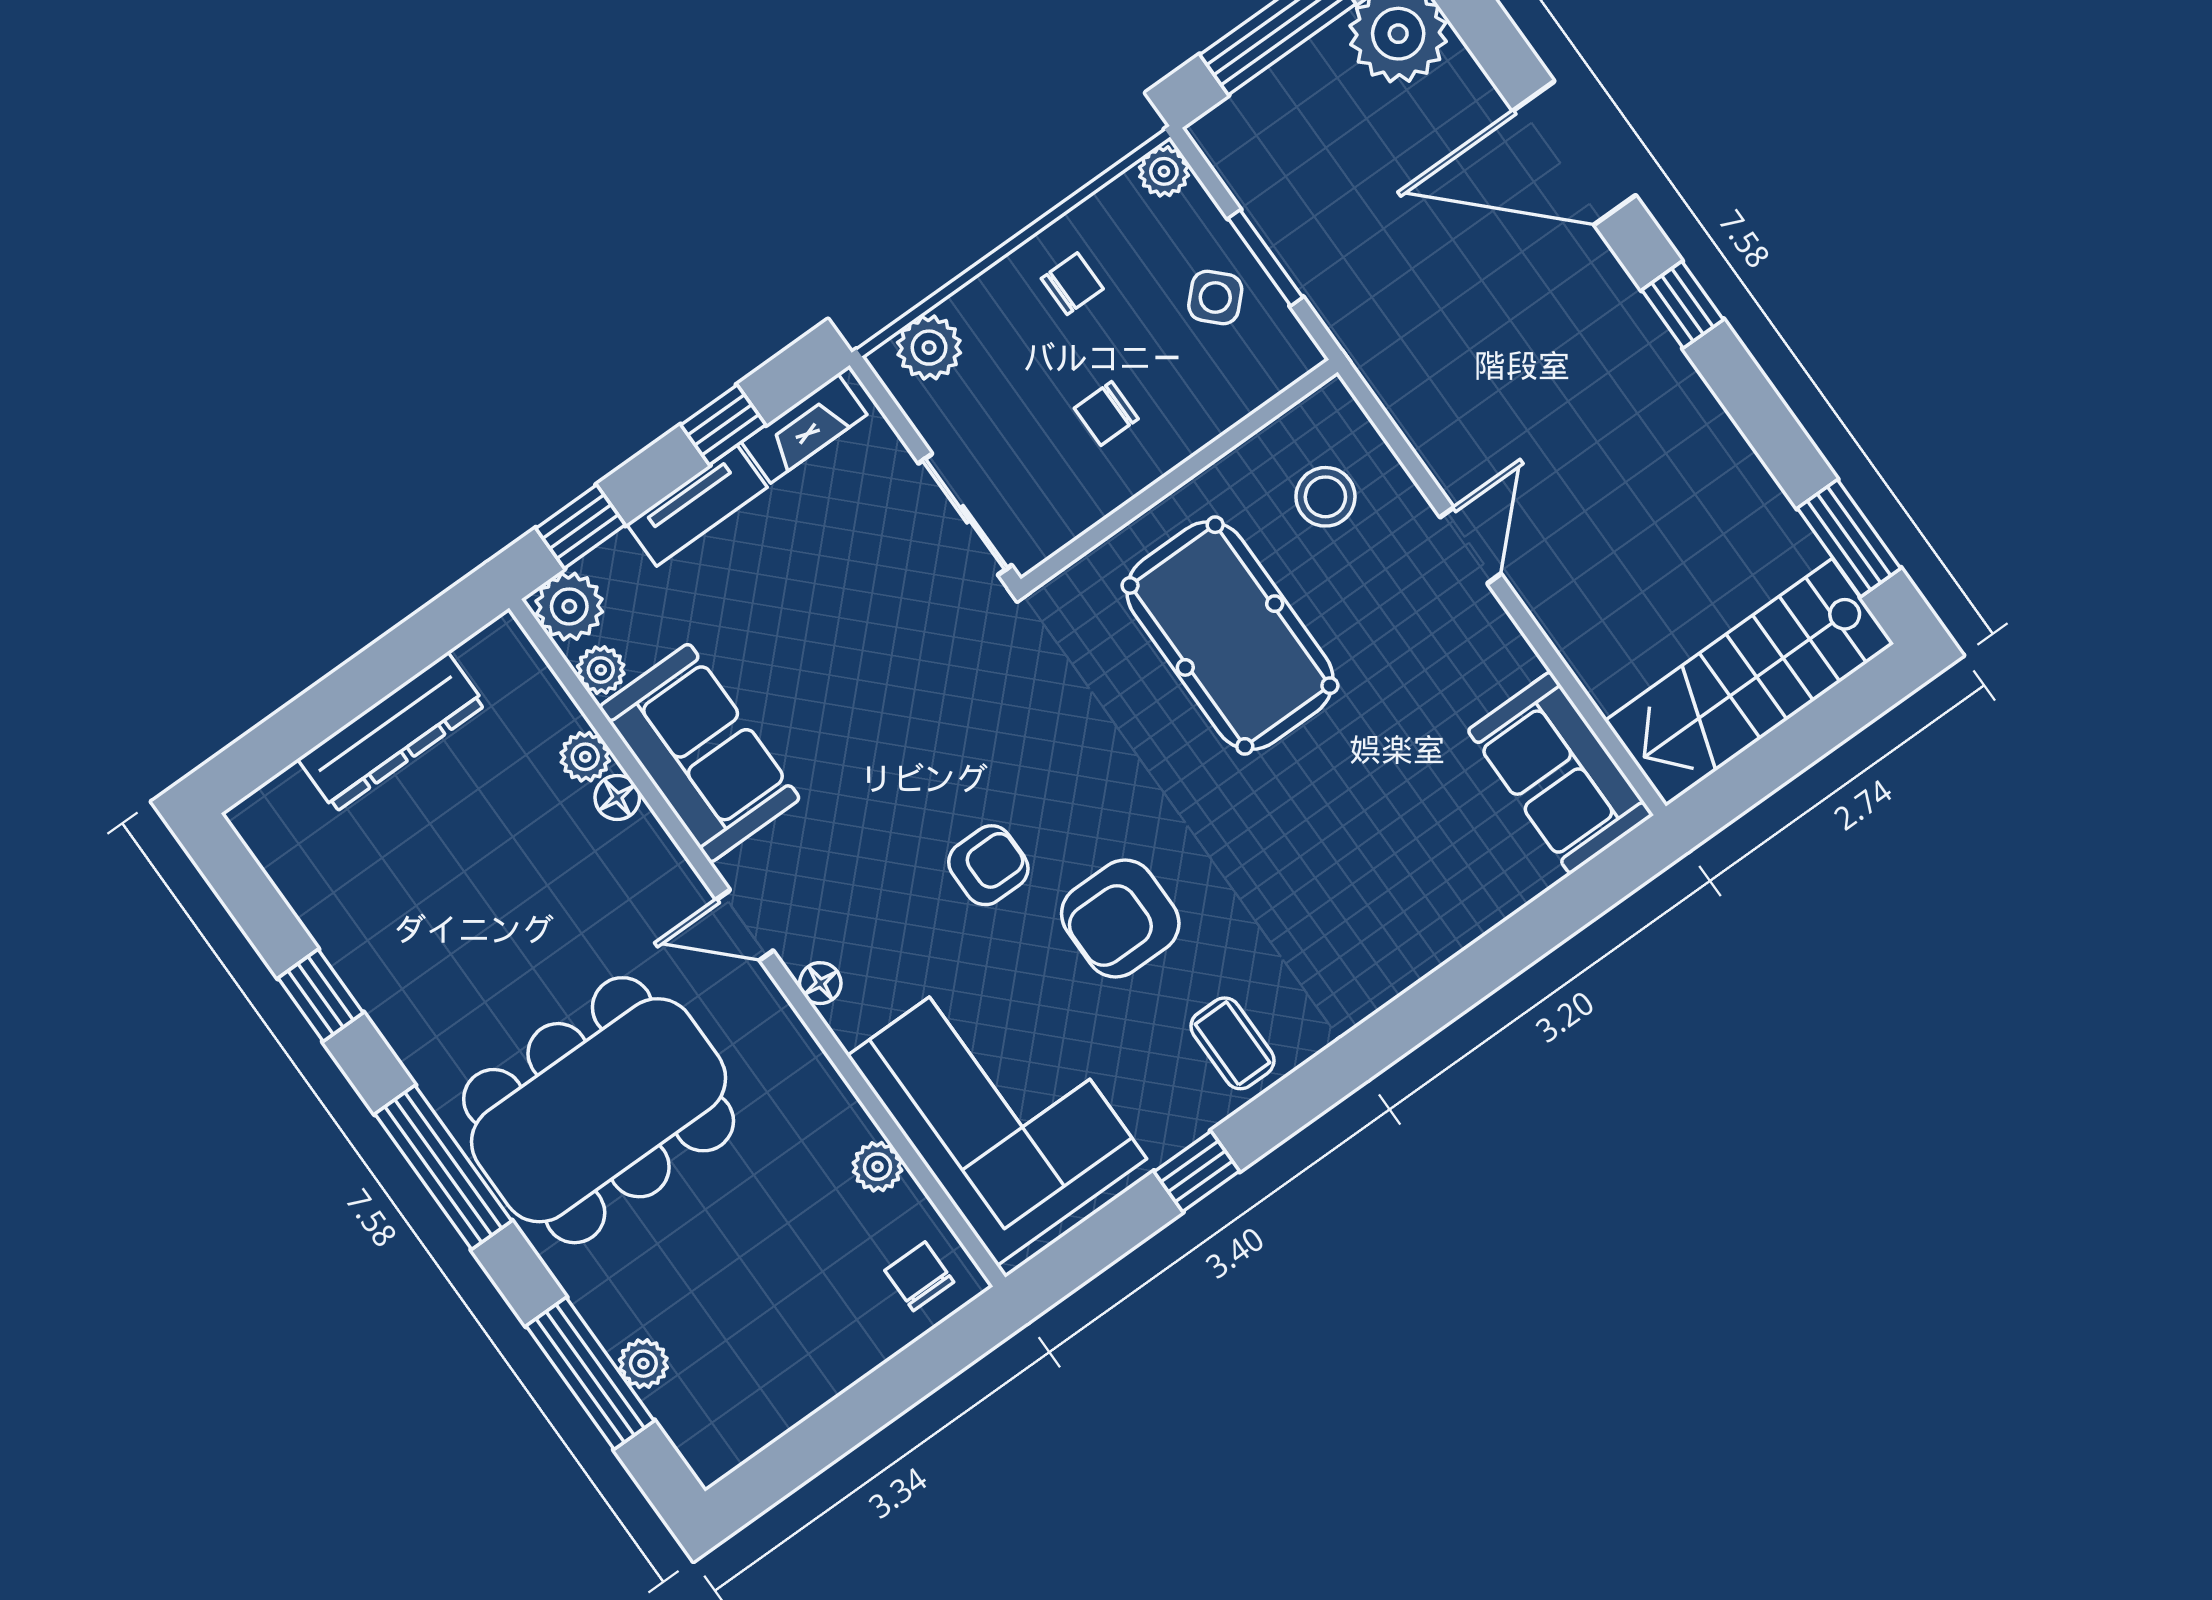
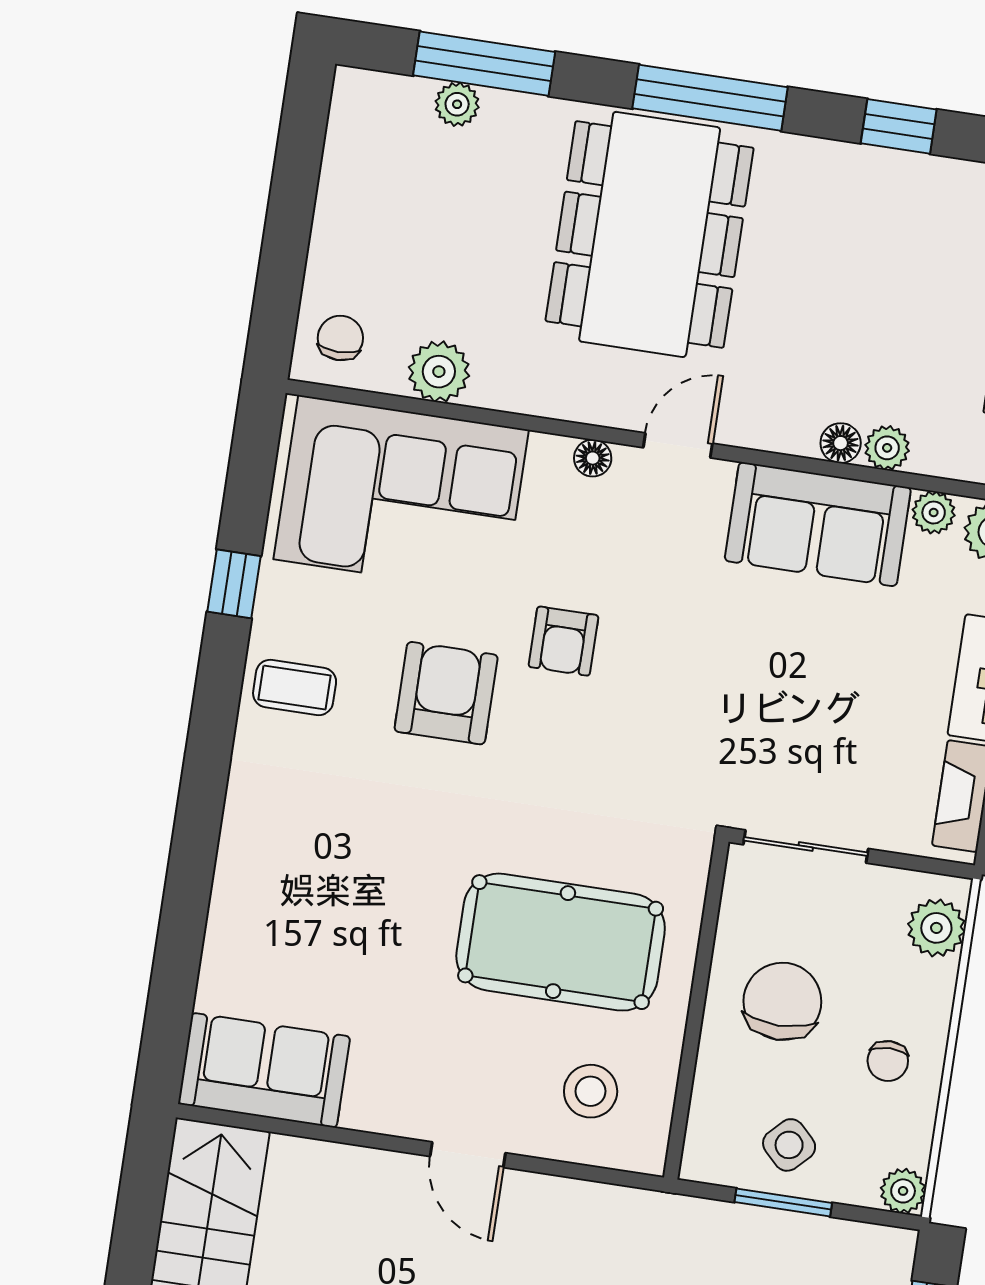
chair: (1106, 413) -> (782, 1001), width x1.87, depth x1.87
plant: (878, 1167) -> (439, 372), width x1.38, depth x1.38
chair: (919, 1276) -> (340, 338), turned -90

